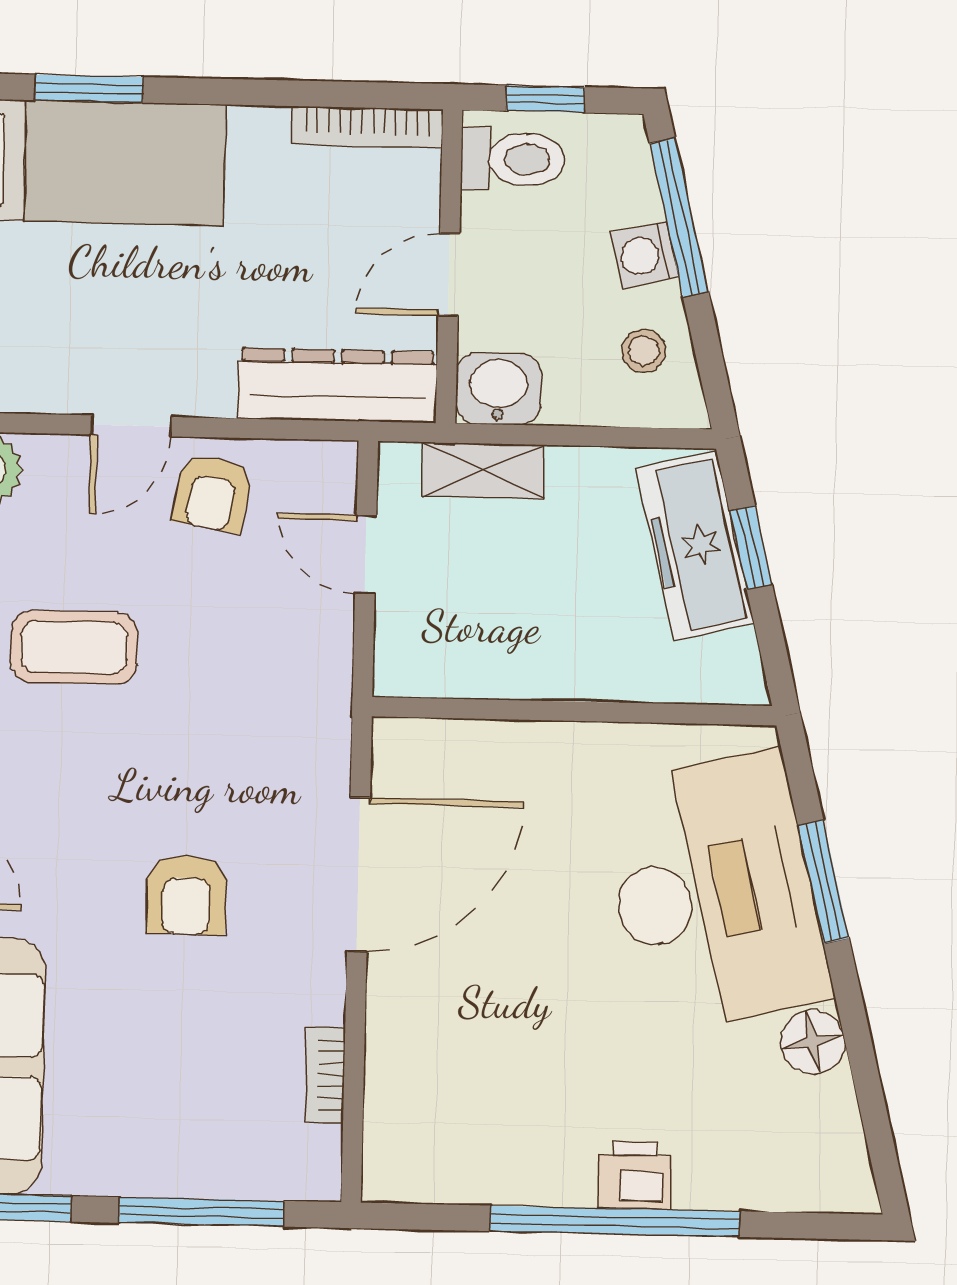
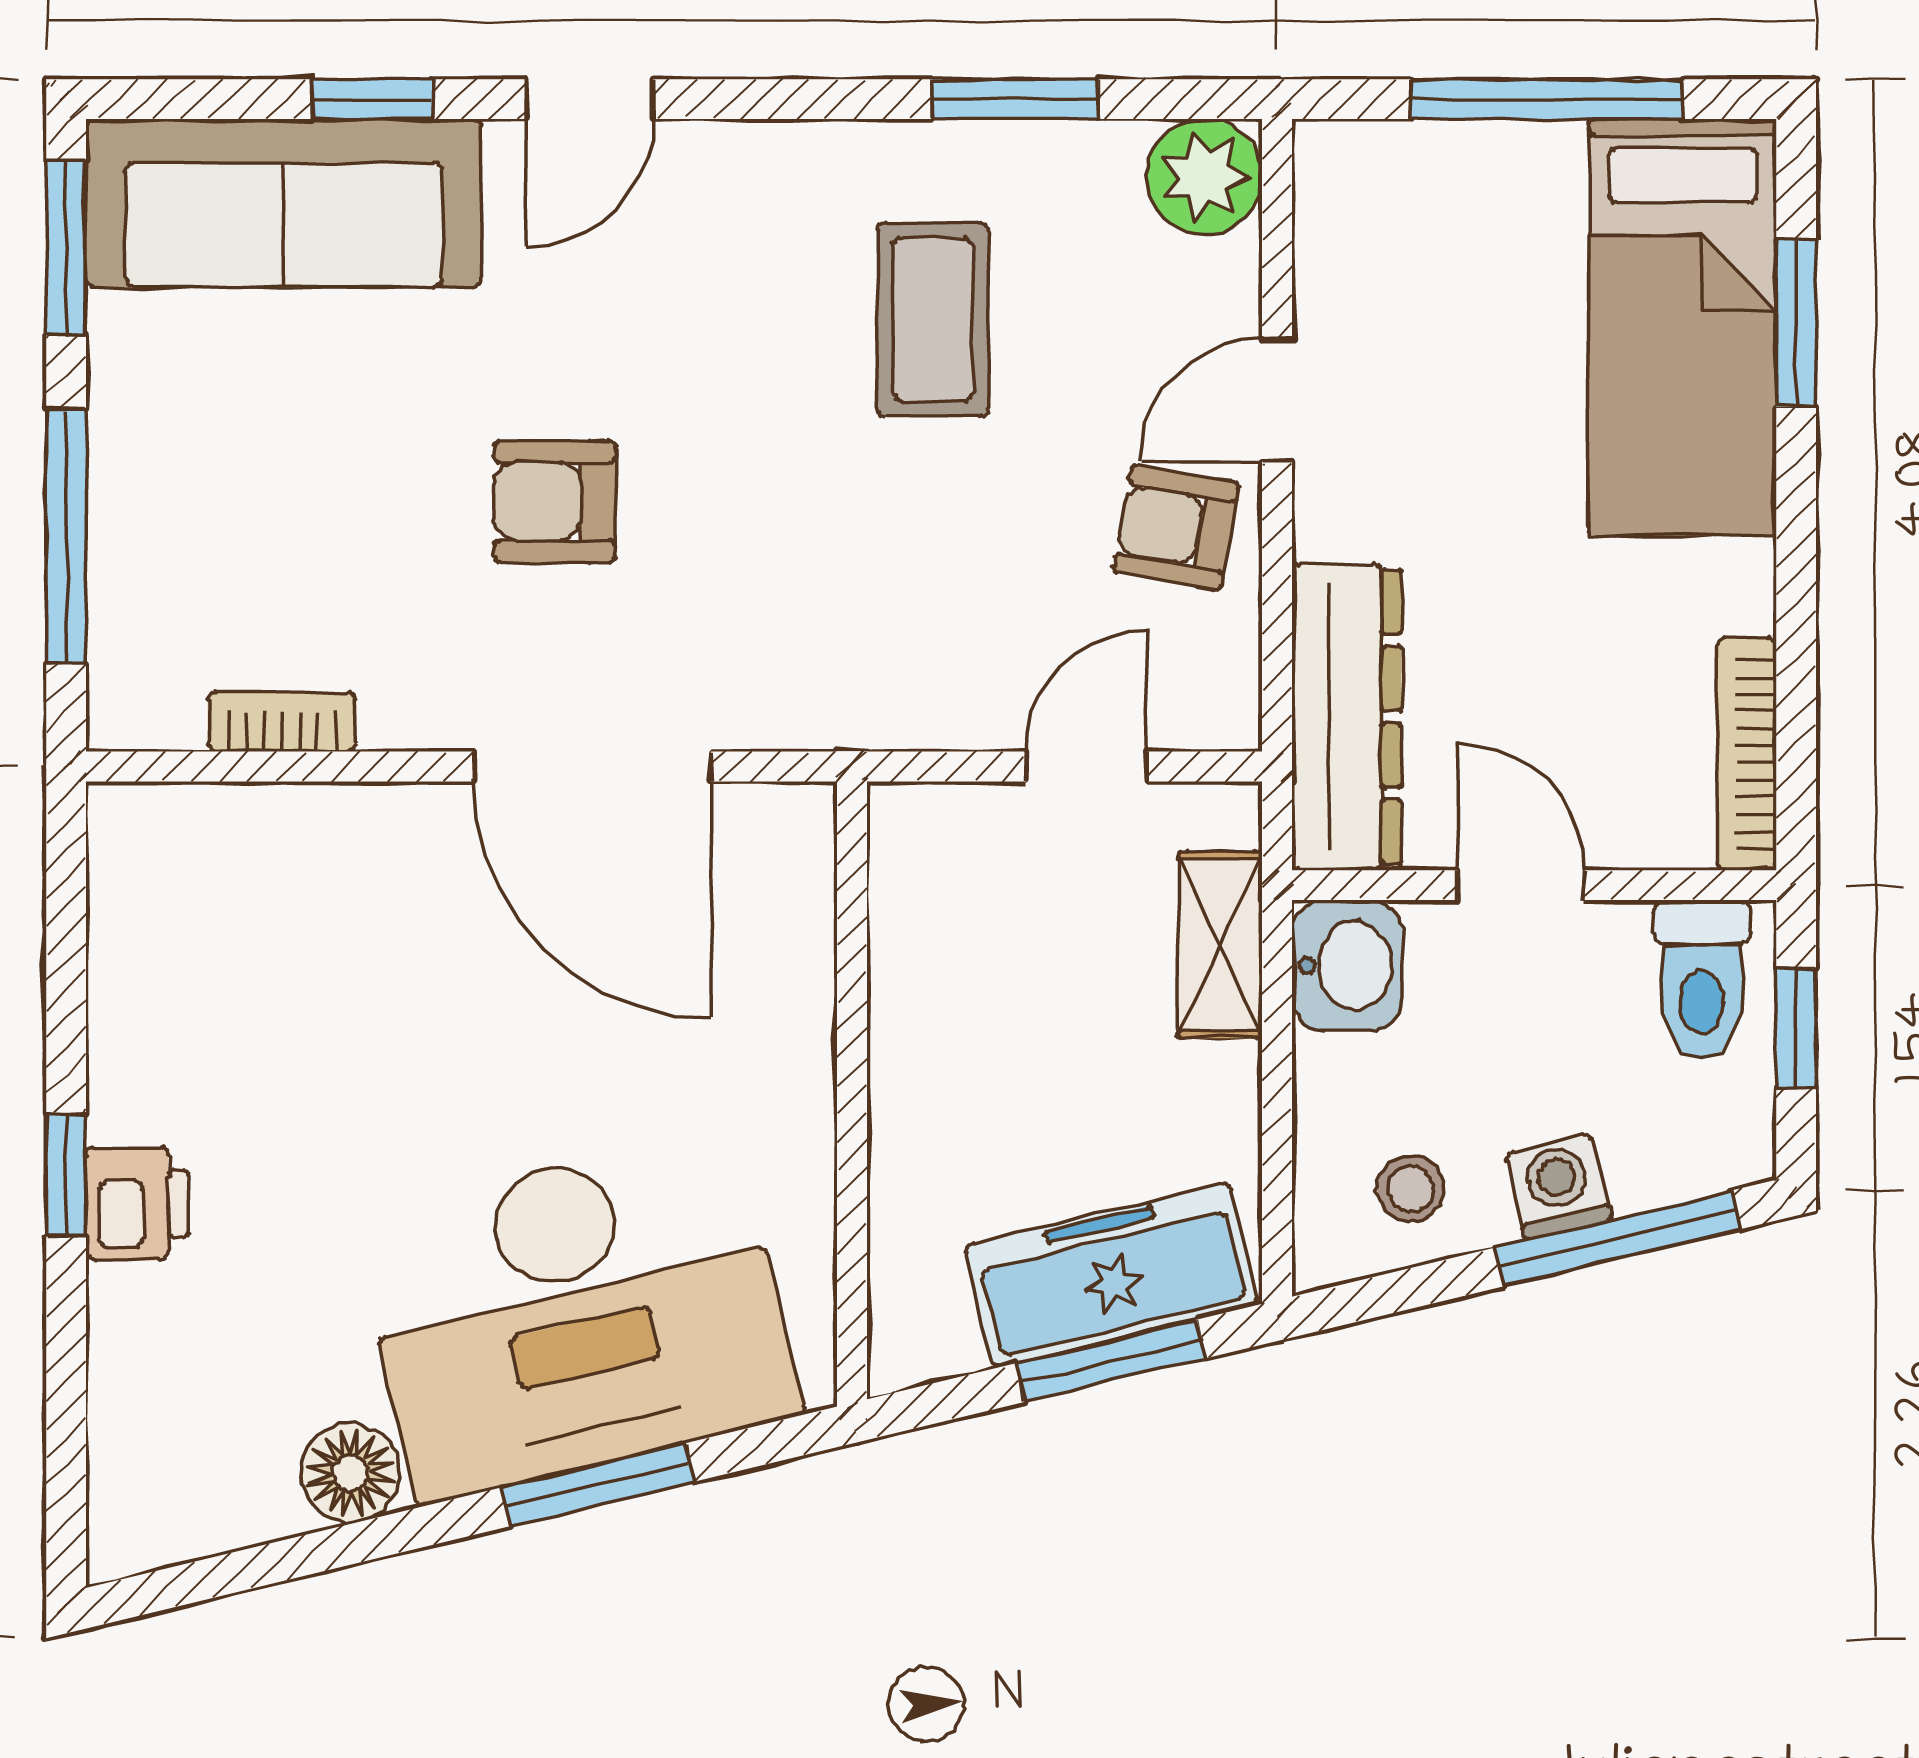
door: (131, 426) -> (1277, 400), hinge flipped
window: (751, 548) -> (1111, 1361), width x1.50
window: (615, 1221) -> (66, 1175), width x0.32

